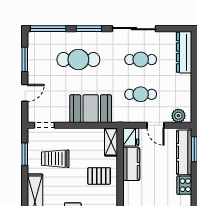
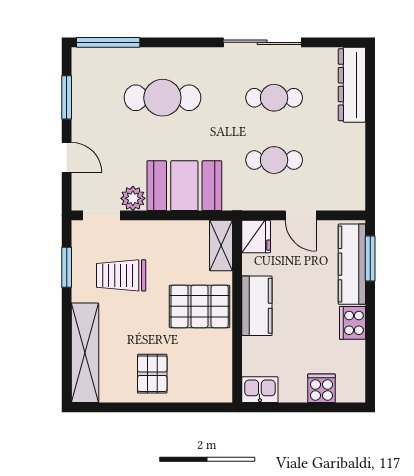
window: (89, 29) -> (181, 42), removed
door: (25, 93) -> (67, 158), hinge flipped
plant: (178, 116) -> (133, 198), moved
kitchen counter: (131, 164) -> (257, 306), moved
pallet: (99, 176) -> (200, 306), width x1.50, depth x1.42

